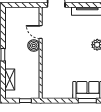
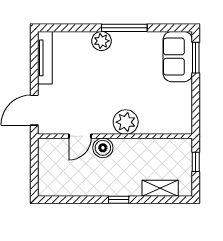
plant: (49, 59) -> (126, 122), added

